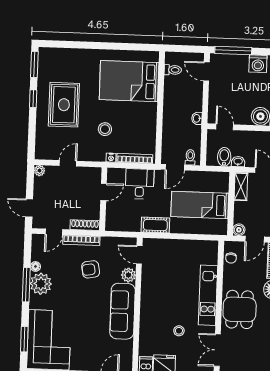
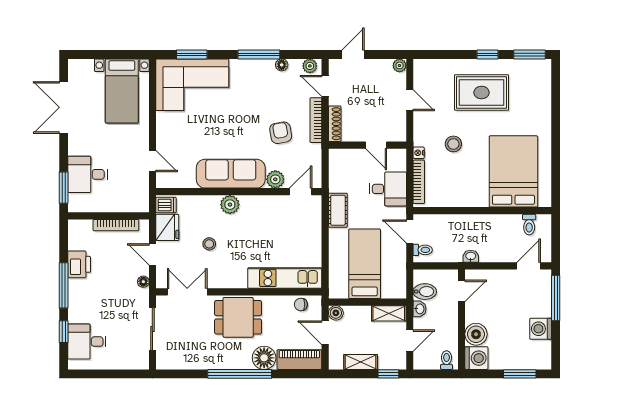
plant: (41, 284) -> (310, 66), moved, width x0.53, depth x0.53
kitchen unit: (208, 295) -> (285, 278), moved
plant: (148, 313) -> (230, 205), added

